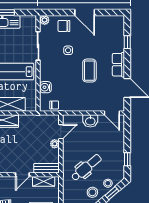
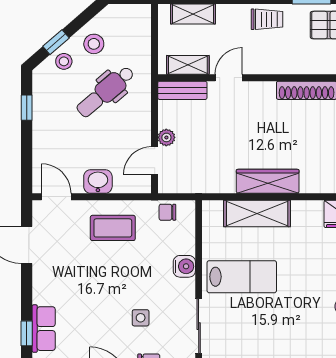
row of seats: (118, 65) -> (44, 329), moved
coffee table: (89, 71) -> (113, 228), moved, turned 90
water cooler: (45, 87) -> (184, 266), moved

